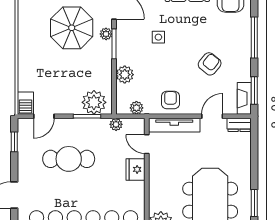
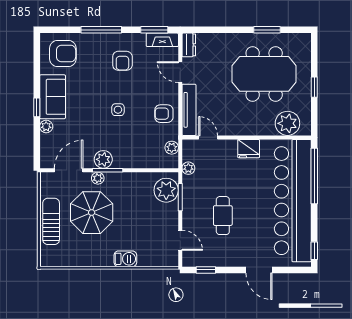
side table: (158, 37) -> (118, 110), moved
armchair: (210, 64) -> (122, 61), moved, turned -129
plant: (125, 75) -> (103, 159), moved
barbecue: (25, 103) -> (125, 259), moved
door: (147, 144) -> (208, 137), swing flipped
cafe table: (69, 159) -> (223, 216), width x0.73, depth x0.74
fridge: (136, 169) -> (249, 149), moved

